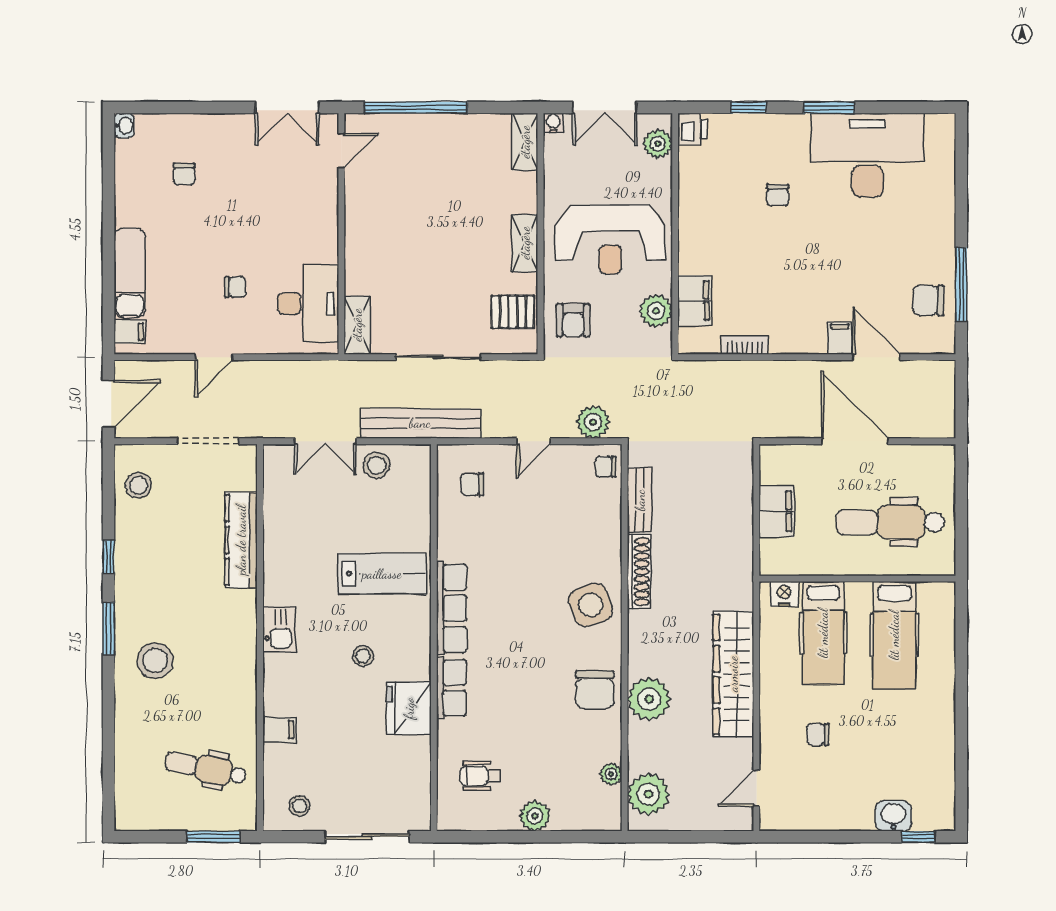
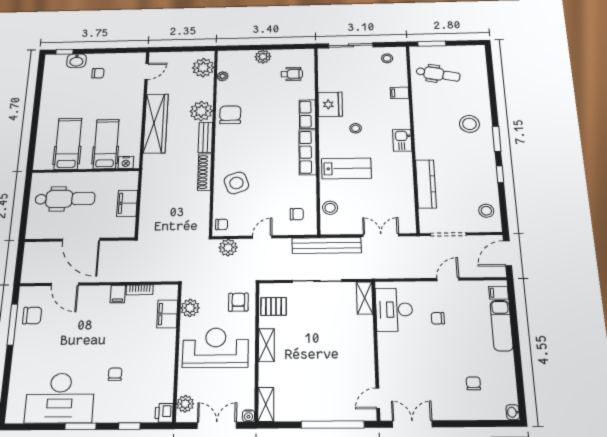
filing cabinet: (840, 338) -> (118, 294), moved
stool: (377, 465) -> (330, 208), moved
bench: (640, 500) -> (205, 137), moved
lab bench: (382, 574) -> (346, 168), turned 180
side table: (591, 605) -> (236, 183), moved
chair: (818, 734) -> (98, 73), moved

